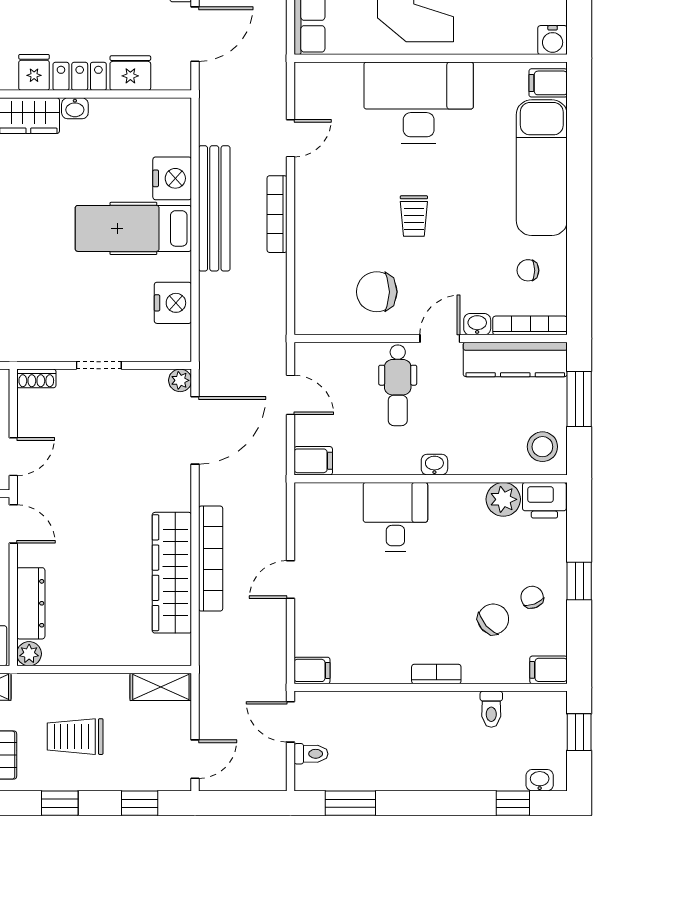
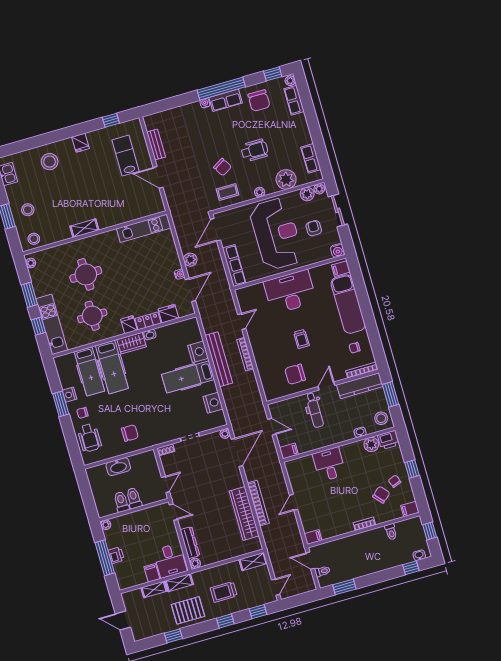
washbasin: (477, 324) -> (340, 376), removed
washbasin: (434, 465) -> (360, 432), moved

